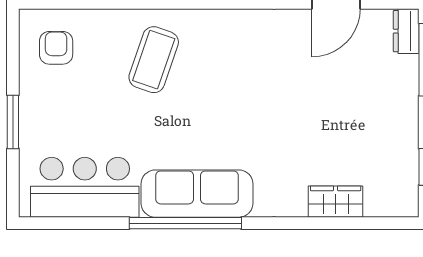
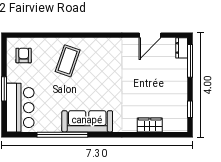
bar counter: (85, 187) -> (20, 108), moved, turned 90
window: (185, 223) -> (62, 135), moved

